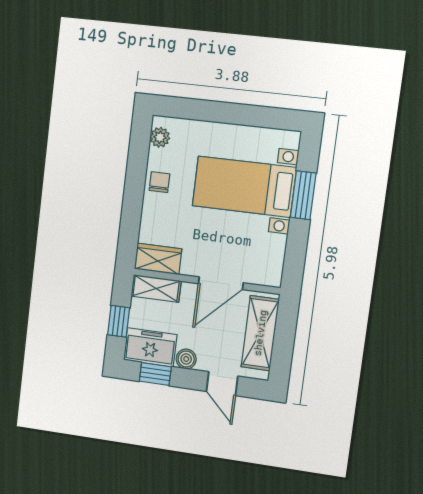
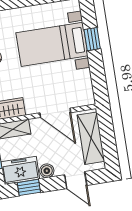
window: (303, 195) -> (92, 39), width x0.67
door: (221, 283) -> (55, 113), hinge flipped

